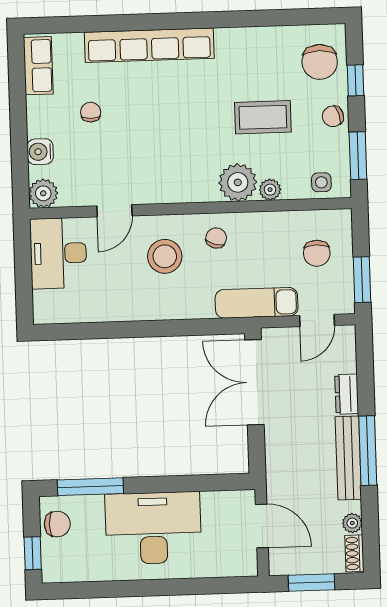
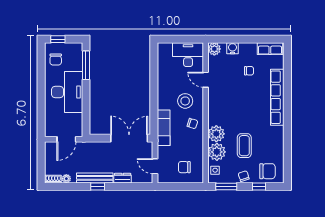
chair: (320, 62) -> (268, 171), turned 180
plant: (270, 190) -> (217, 152), width x1.88, depth x1.88
window: (362, 280) -> (172, 186), removed
exam couch: (257, 303) -> (164, 128), moved
window: (368, 451) -> (98, 186), width x0.46
chair: (57, 524) -> (56, 59), moved
window: (312, 582) -> (41, 160), removed

